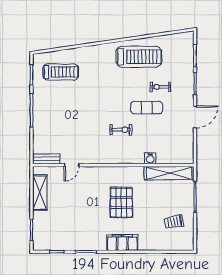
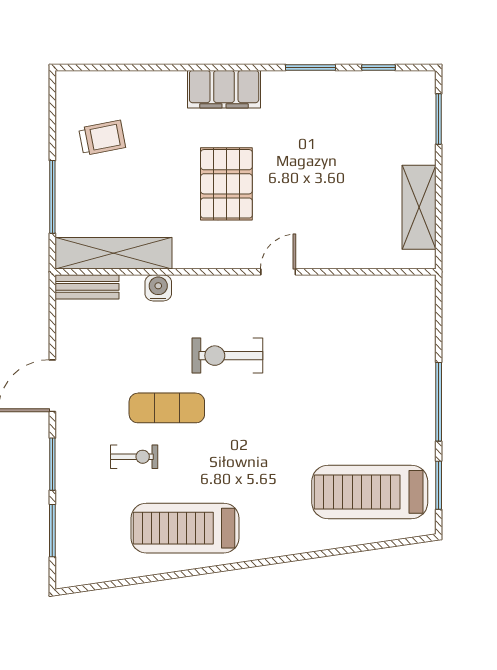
treadmill: (61, 72) -> (370, 492), width x1.37, depth x1.38
exercise bike: (121, 130) -> (227, 356), width x1.38, depth x1.39
bench: (46, 159) -> (87, 287), moved
door: (72, 165) -> (278, 272), moved

